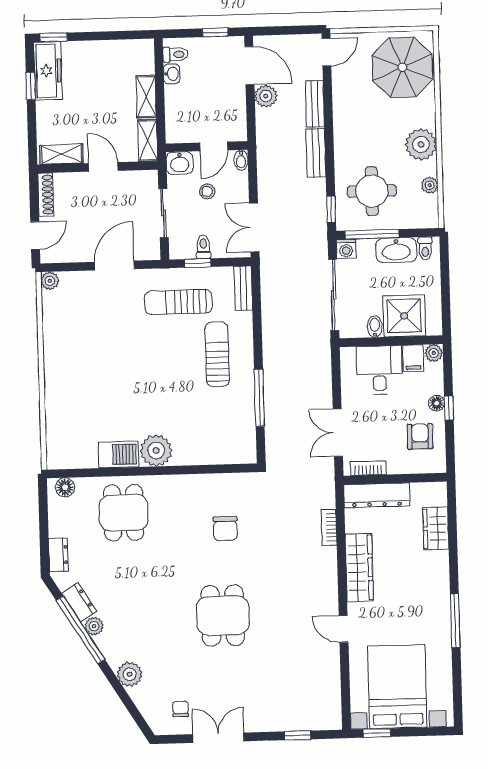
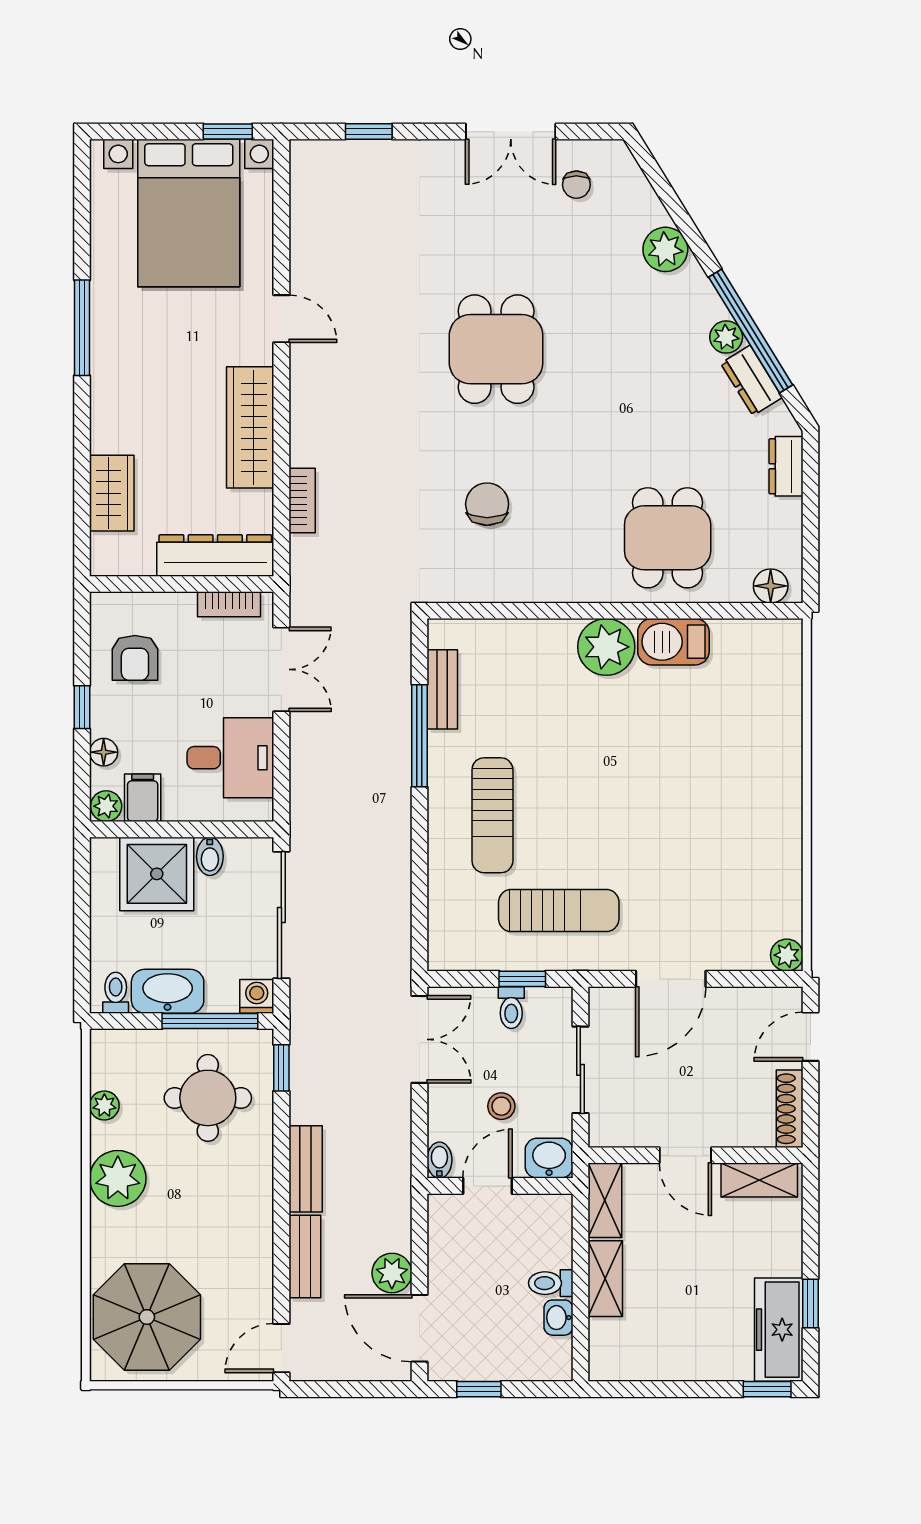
toilet: (176, 54) -> (551, 1283), moved
bench: (243, 288) -> (442, 689), moved
desk: (379, 370) -> (230, 758), moved, turned -90
floor lamp: (437, 403) -> (104, 752), moved

